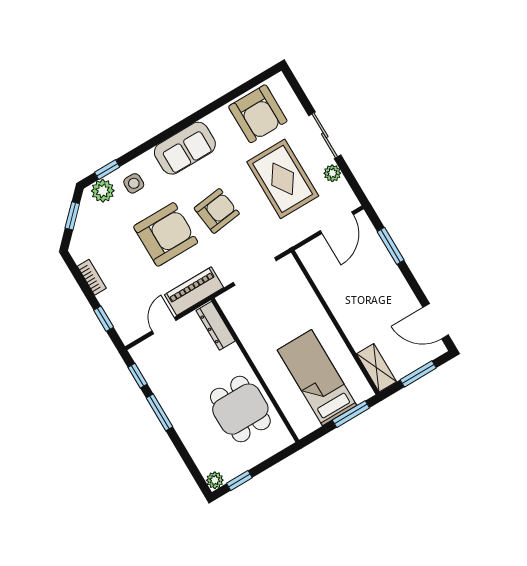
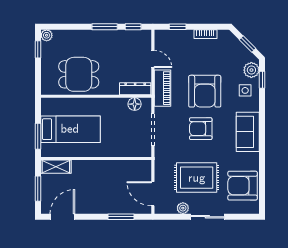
armchair: (217, 211) -> (201, 129), turned 97
floor lamp: (236, 315) -> (135, 104), added

